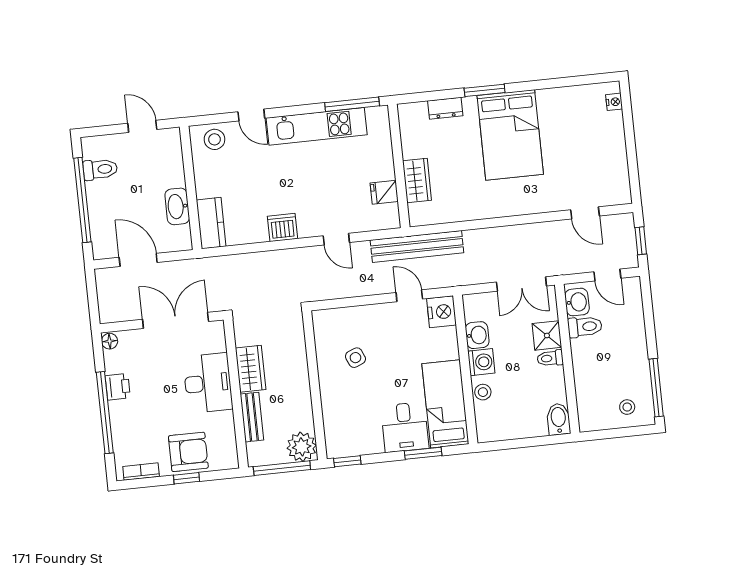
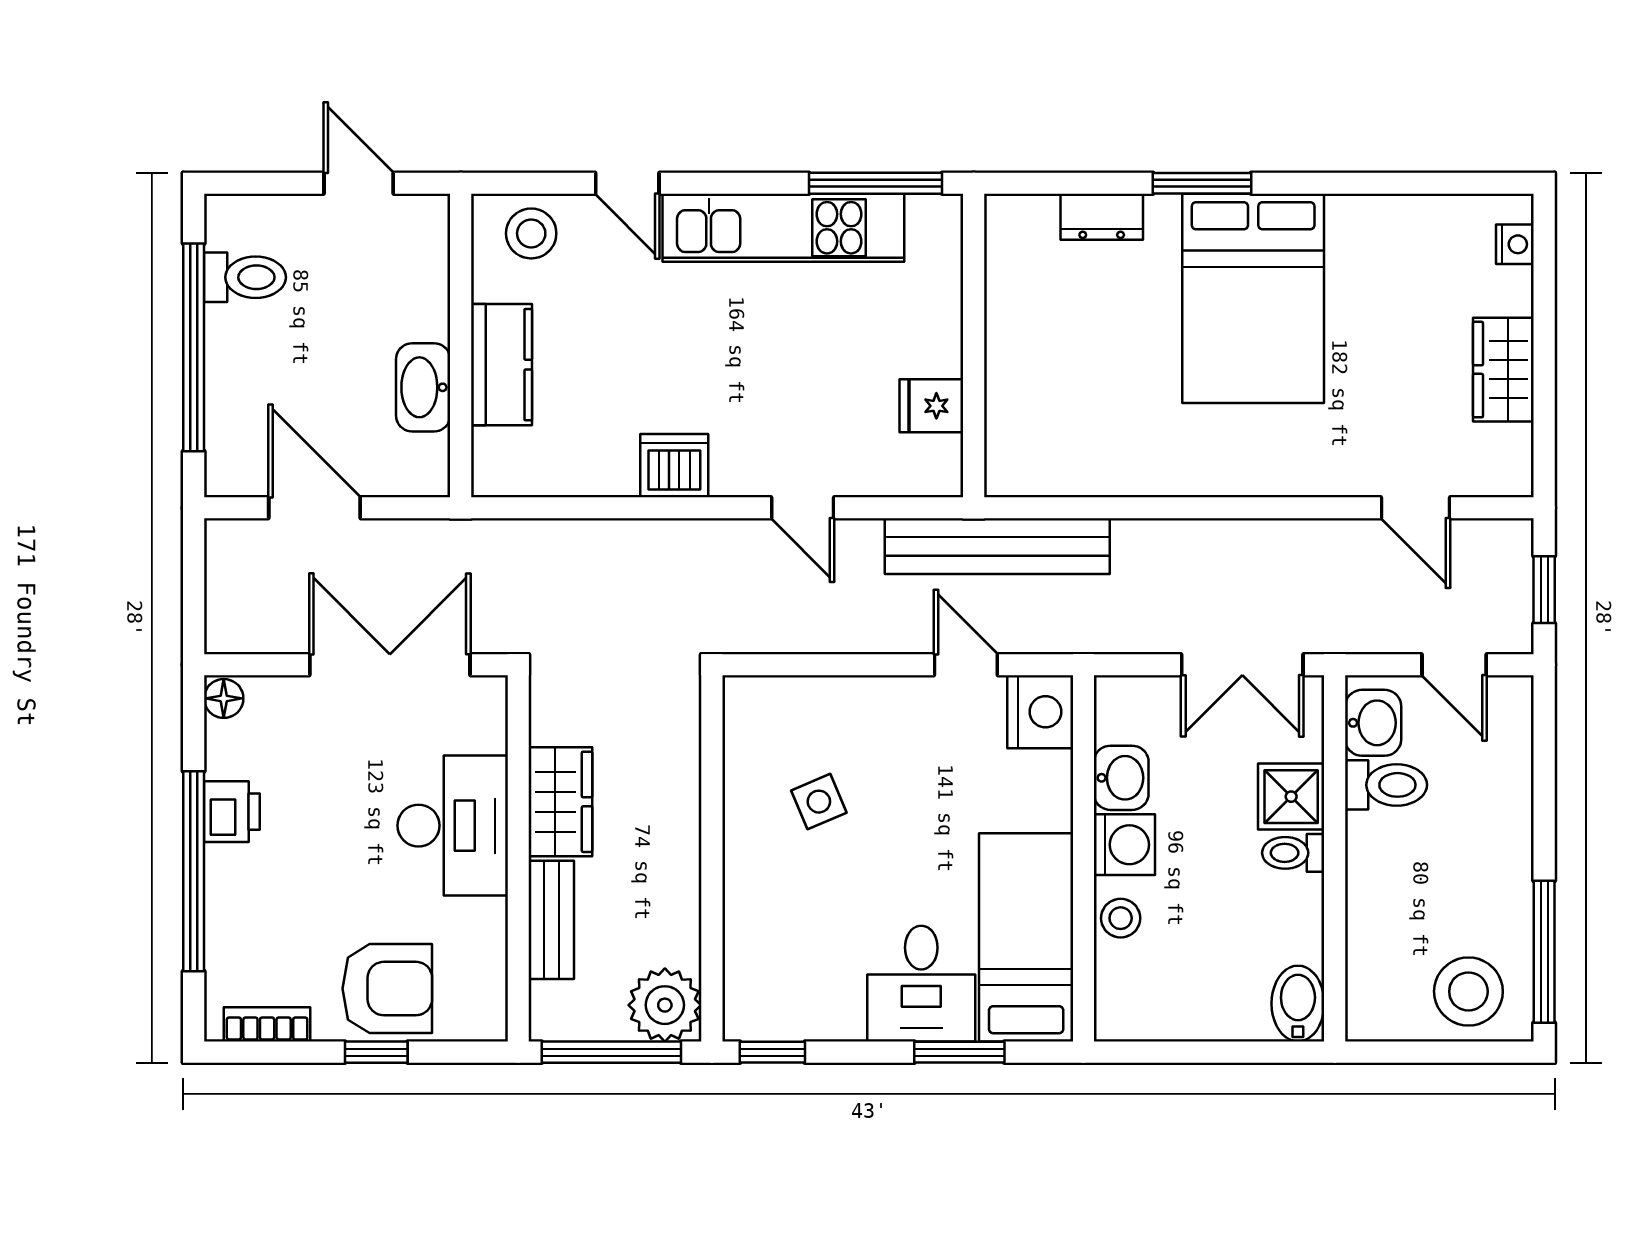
wardrobe: (417, 181) -> (1503, 370), moved, turned 180
kitchen counter: (211, 223) -> (501, 365), moved
stool: (627, 407) -> (1468, 991), width x1.89, depth x1.89

